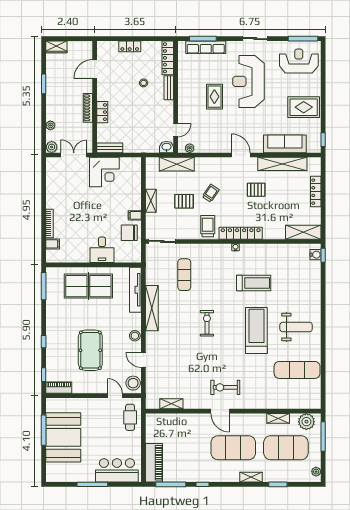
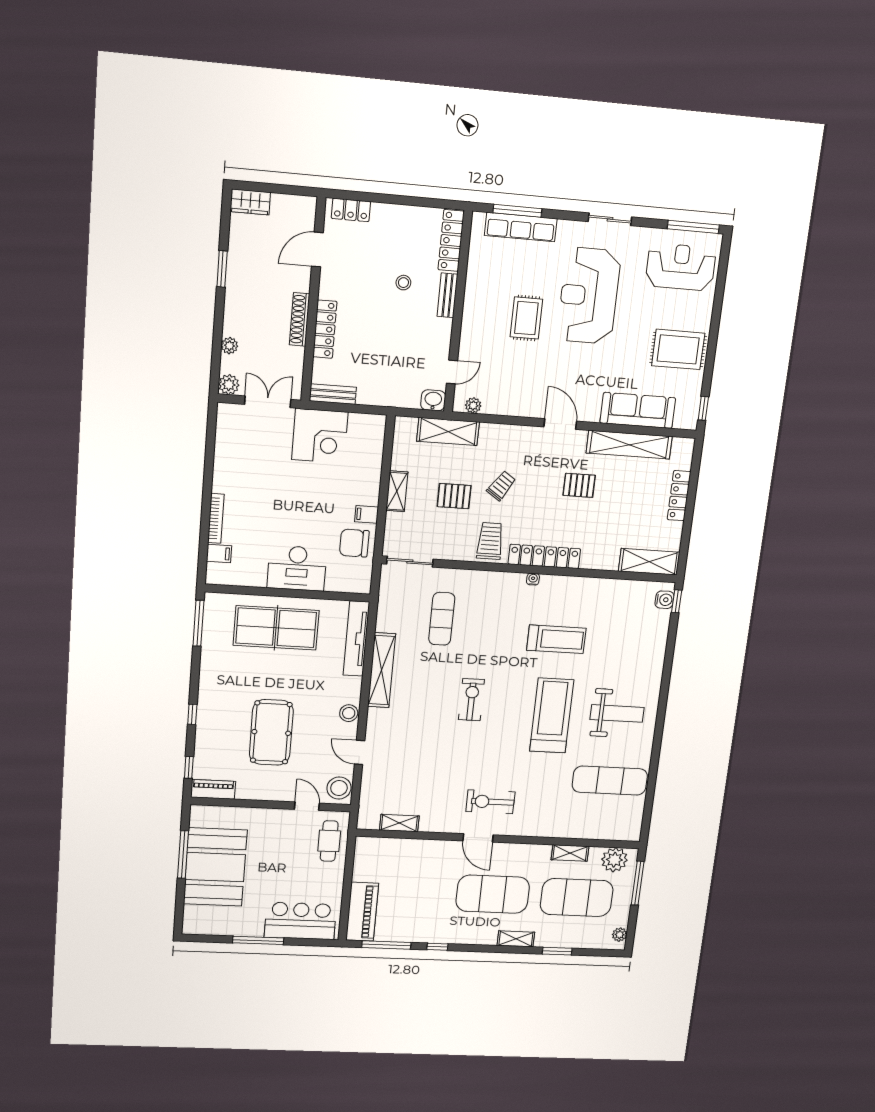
locker: (130, 46) -> (351, 210), moved
locker: (102, 112) -> (325, 329), width x1.53
desk: (102, 250) -> (297, 568), width x1.37

